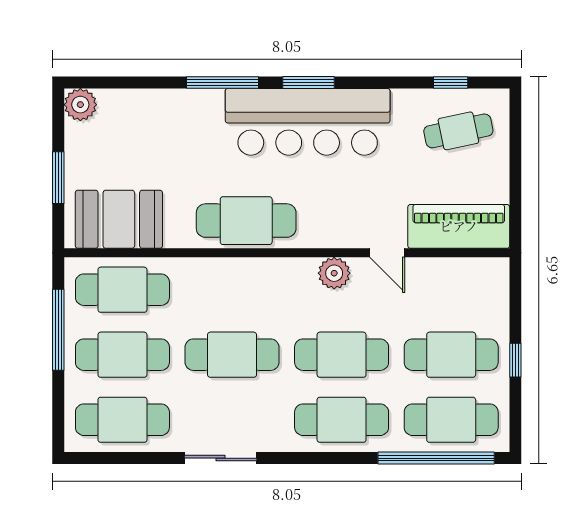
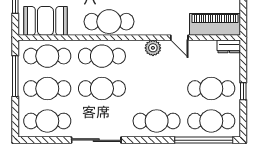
dresser: (486, 270) -> (229, 46), added
cafe table: (342, 355) -> (102, 56), moved
sliding door: (221, 458) -> (96, 140), width x1.37

